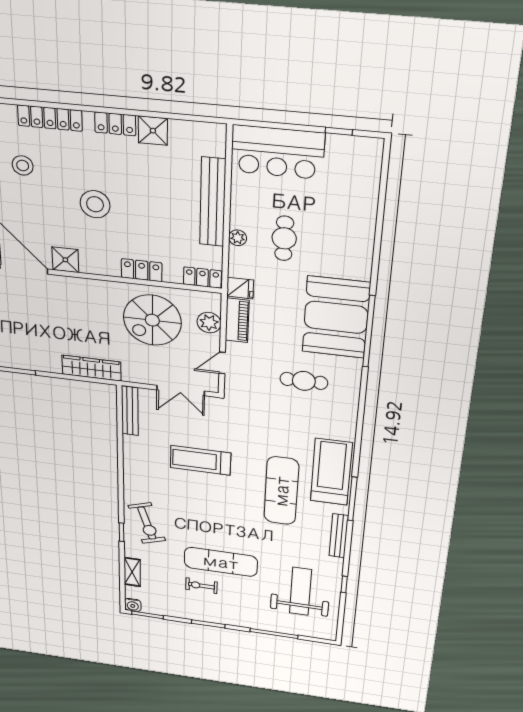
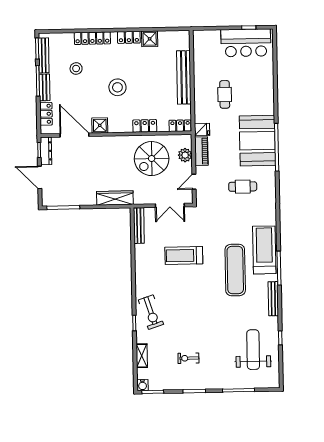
bar counter: (278, 152) -> (246, 43), moved
plant: (238, 238) -> (199, 98), removed
exercise mat: (221, 562) -> (200, 335), removed

